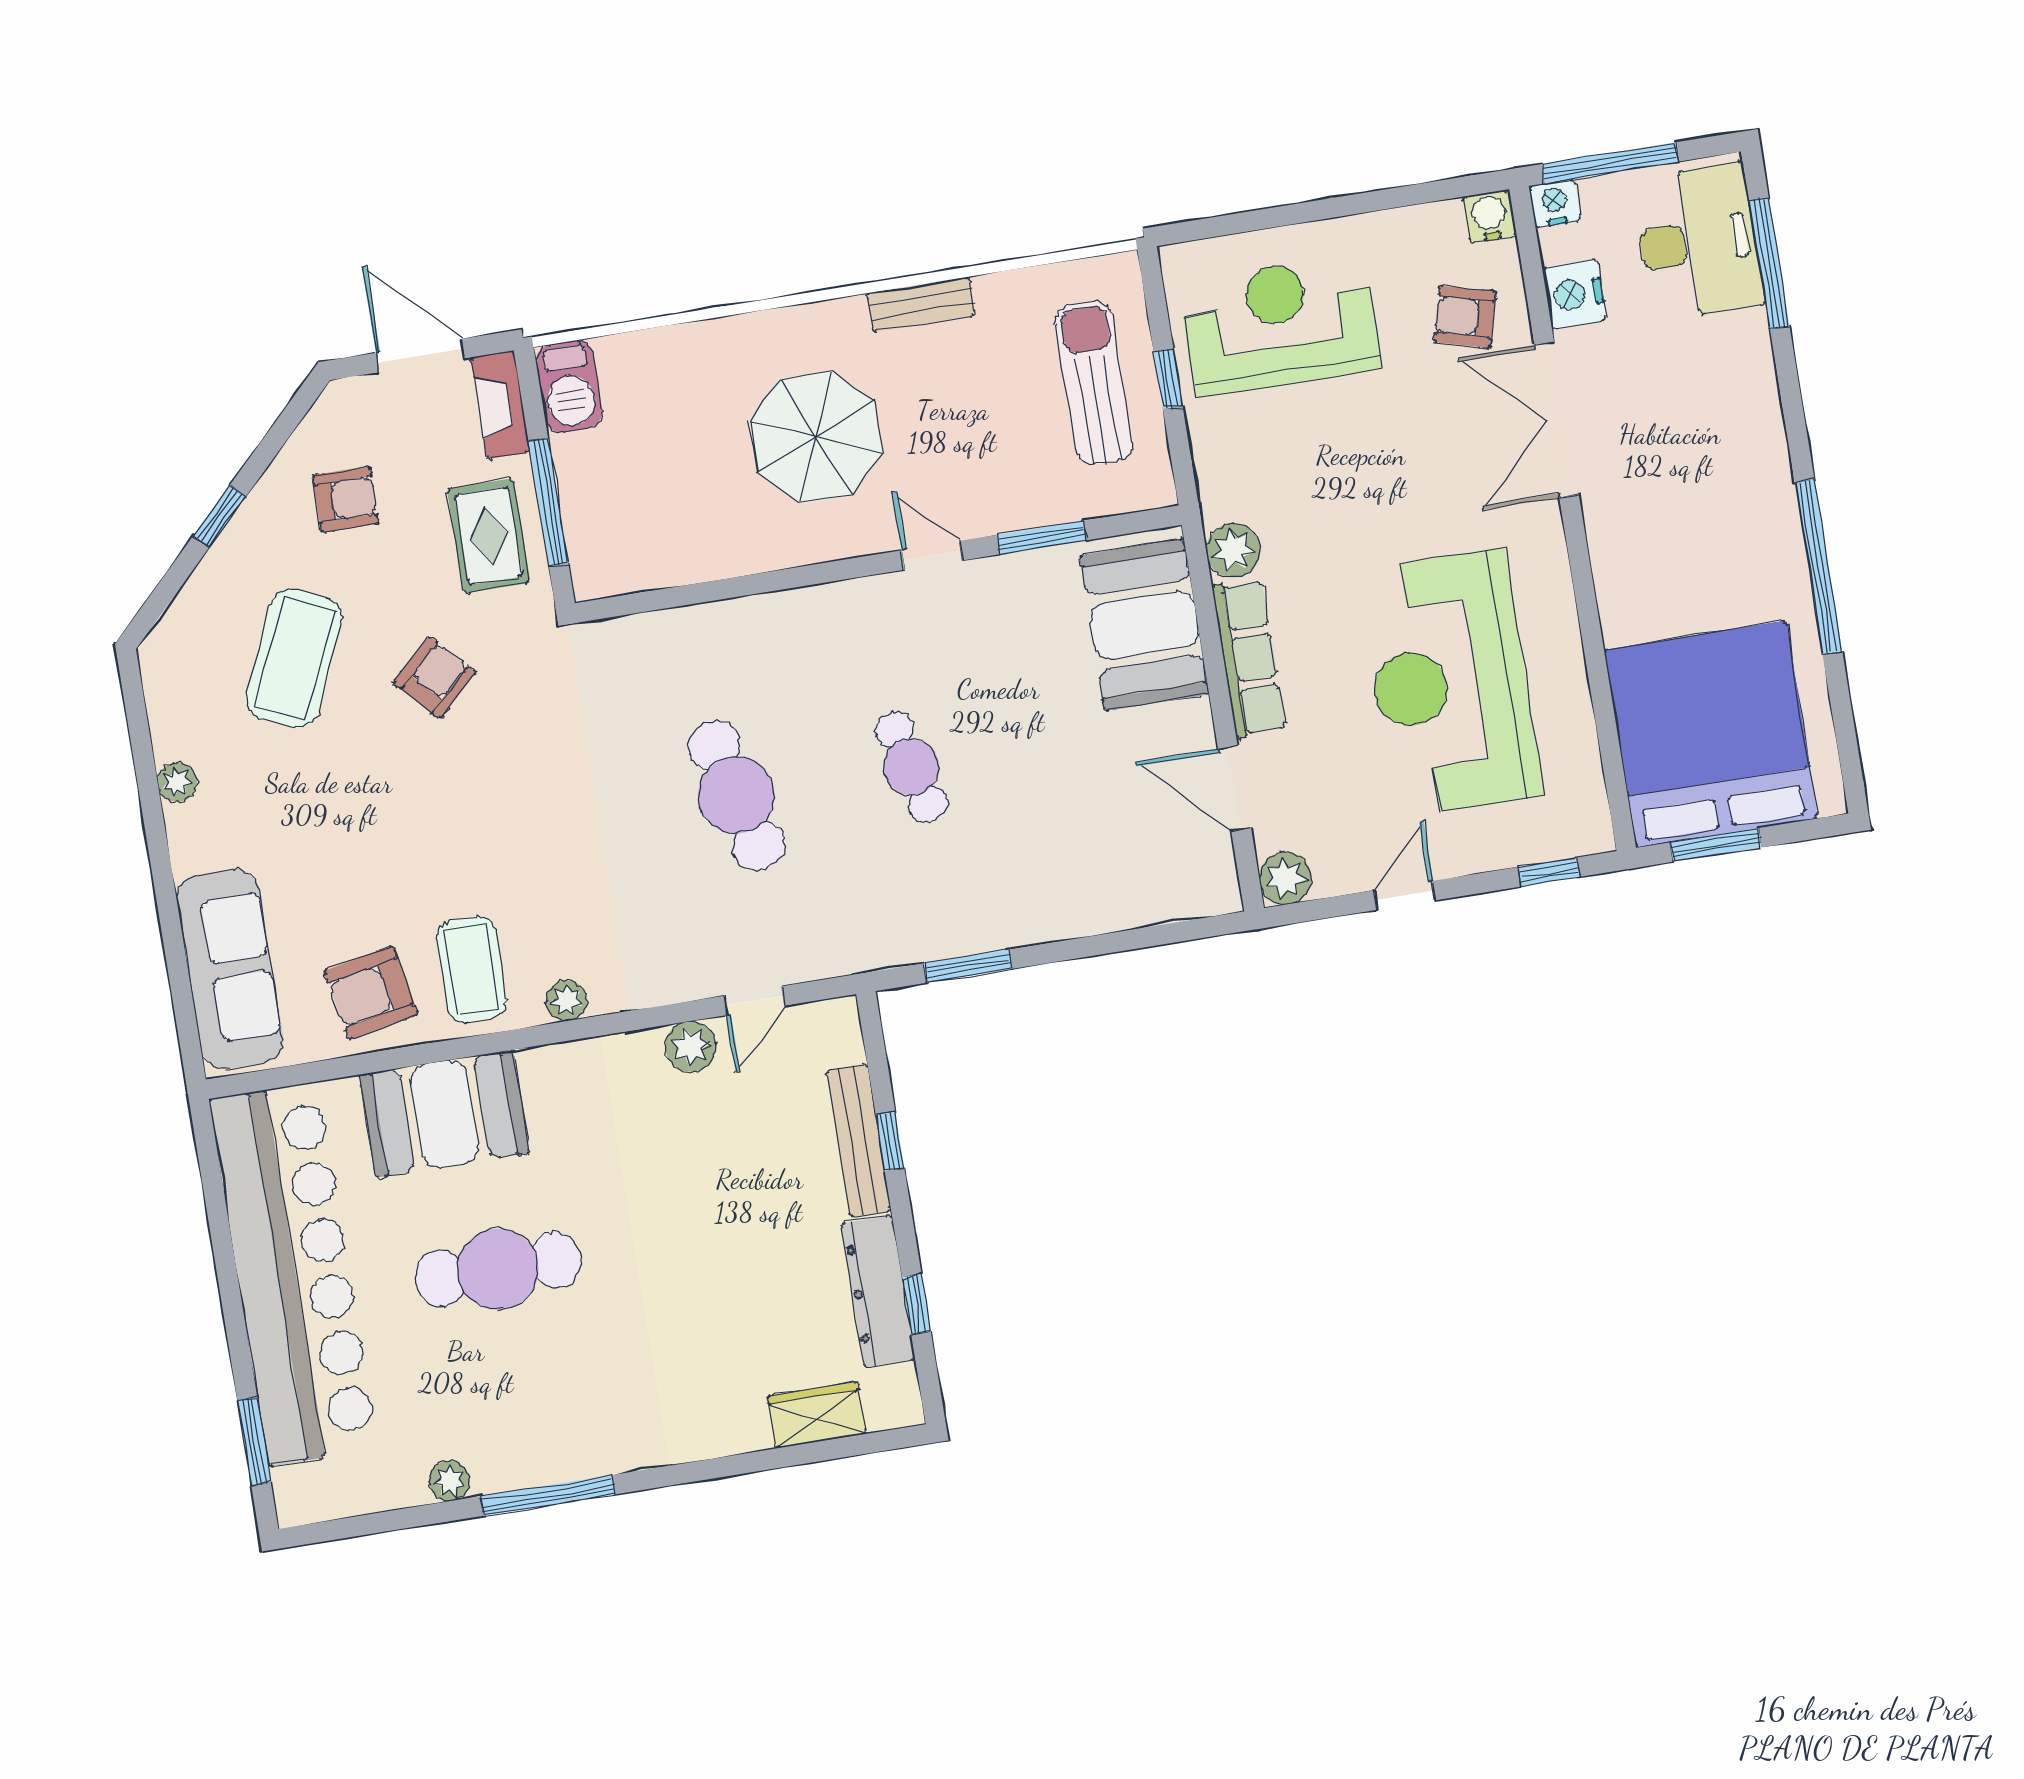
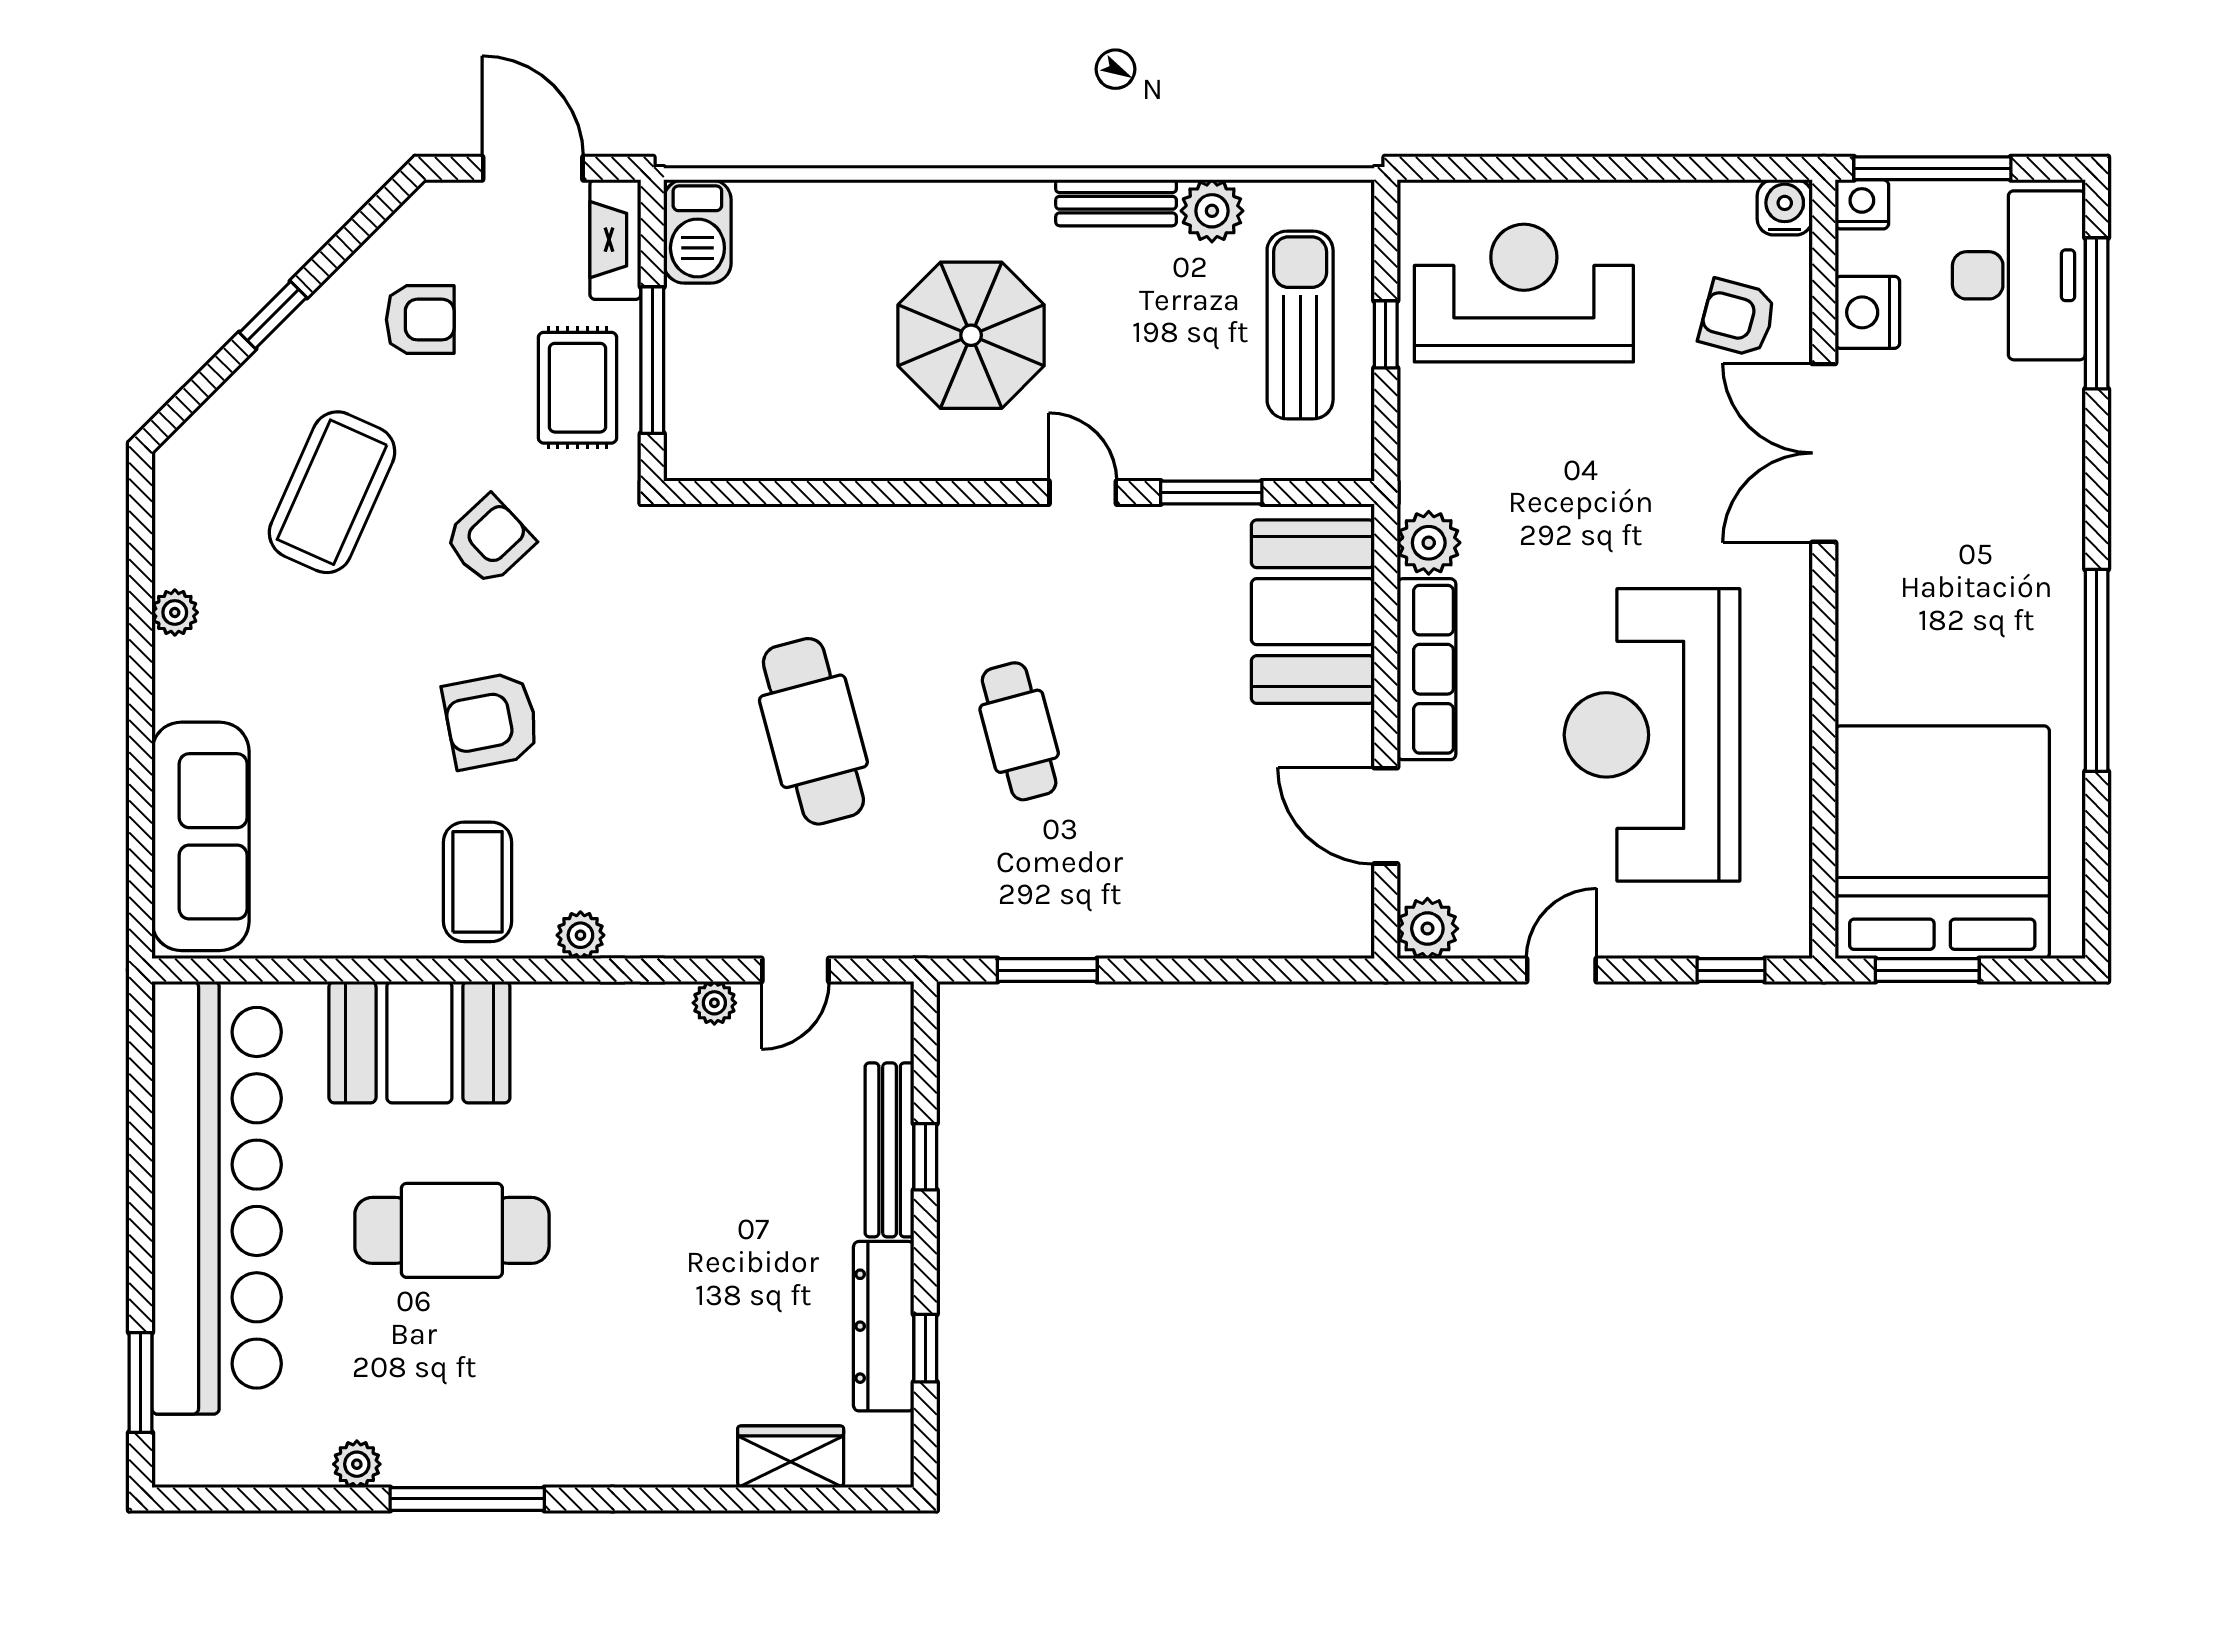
plant: (1003, 298) -> (1212, 211), added
armchair: (371, 993) -> (491, 721), moved
plant: (691, 1046) -> (714, 1003), width x0.73, depth x0.73

